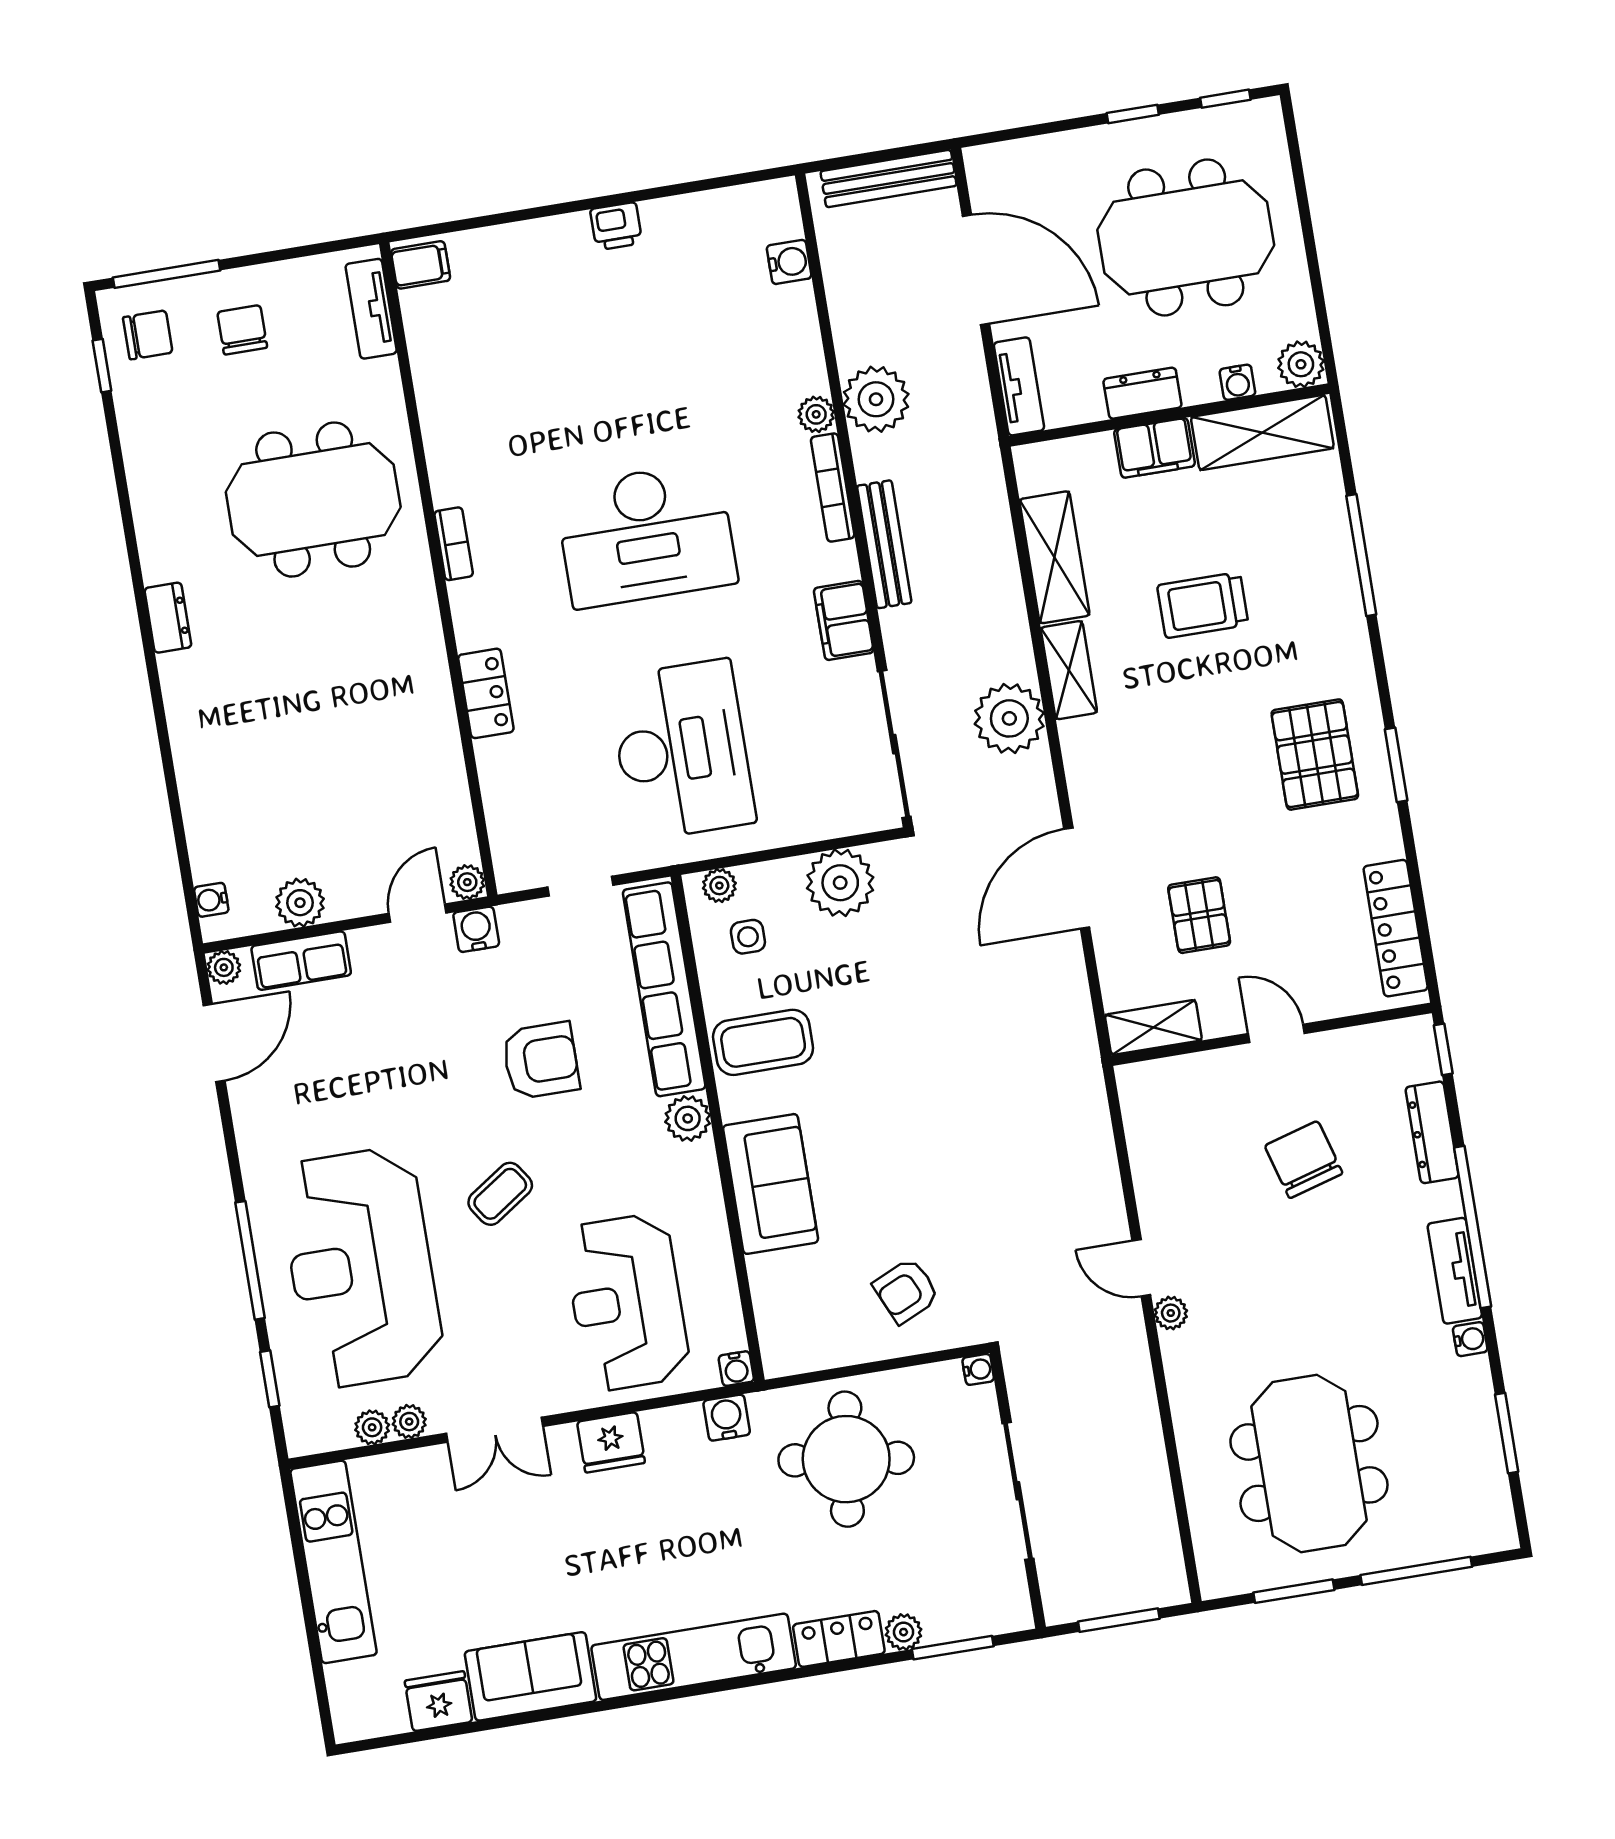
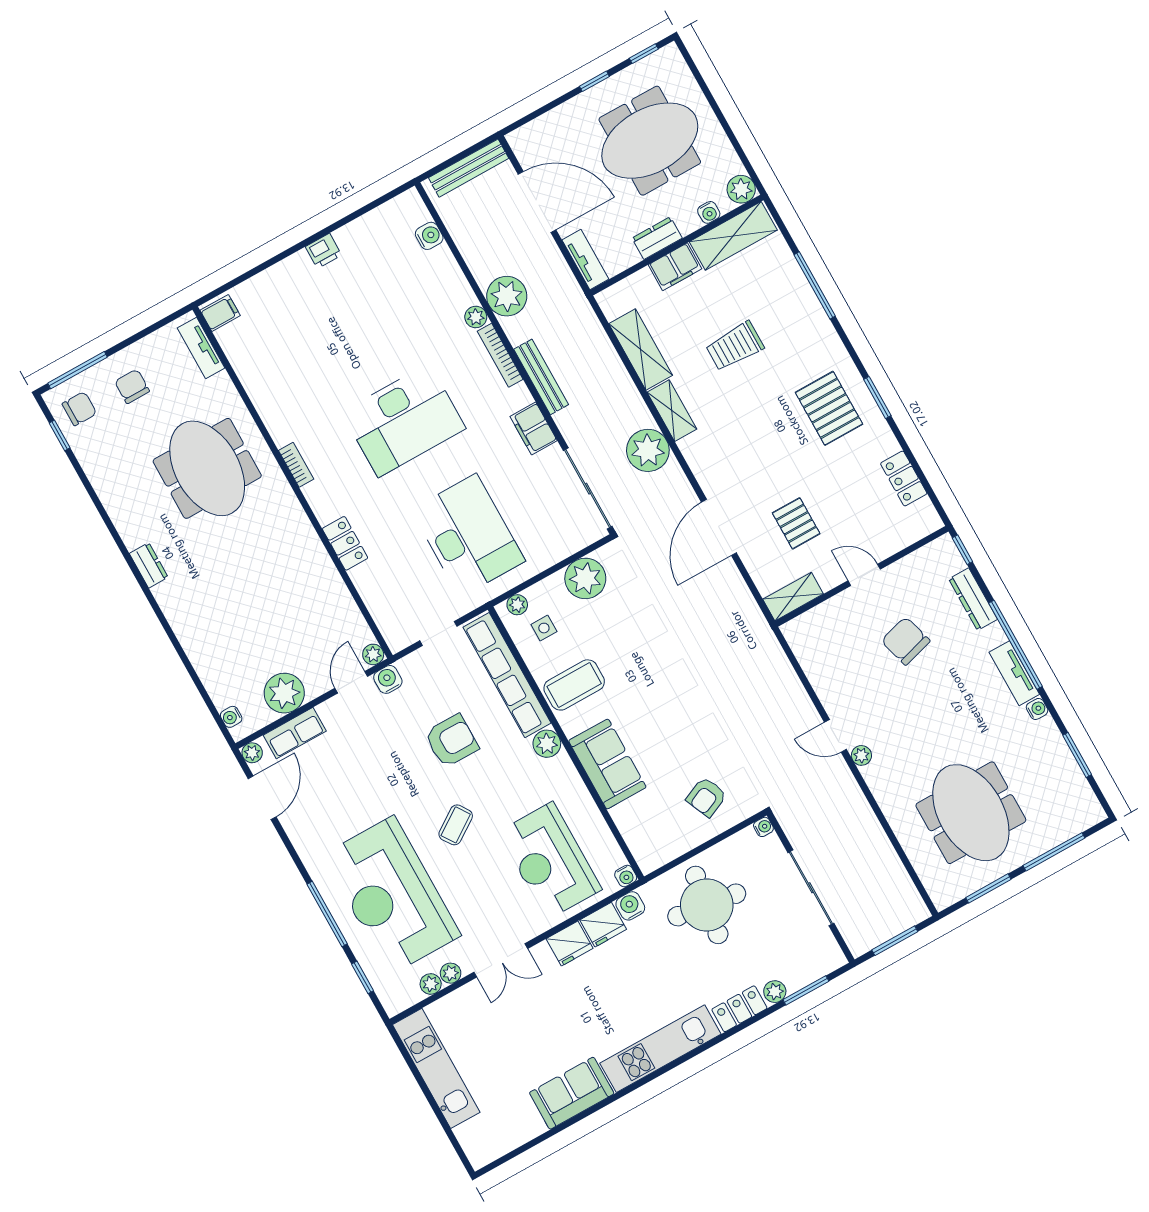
meeting table: (313, 500) -> (207, 468), turned 90
plant: (300, 903) -> (284, 693), width x1.36, depth x1.36
locker: (1396, 928) -> (904, 478), width x0.66
fridge: (438, 1701) -> (603, 925), moved, turned 180

